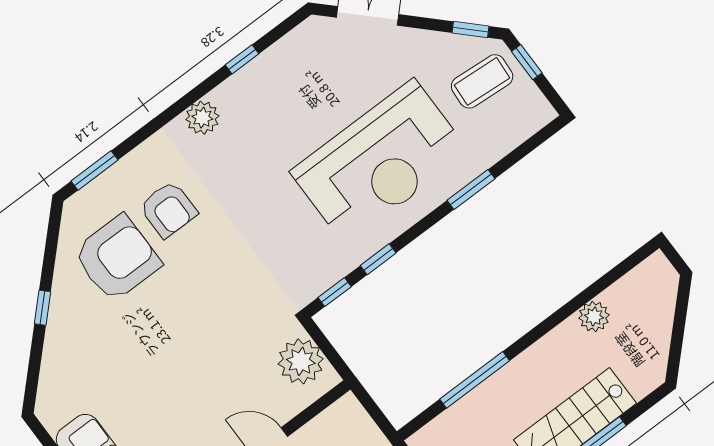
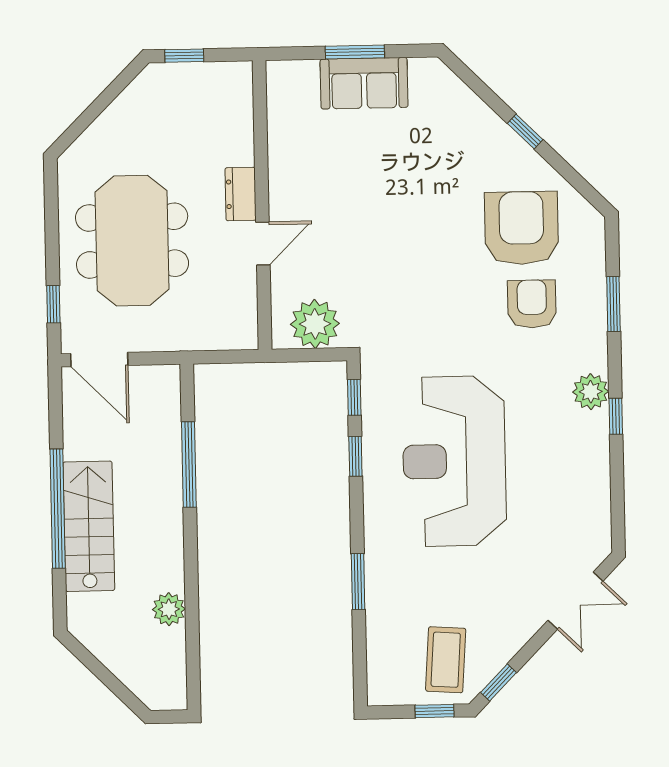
window: (242, 59) -> (616, 416), moved
reception desk: (380, 162) -> (454, 461), moved
window: (95, 170) -> (613, 304), moved
armchair: (168, 209) -> (532, 304), turned 90
armchair: (117, 258) -> (521, 228), turned 180

